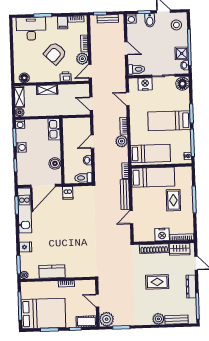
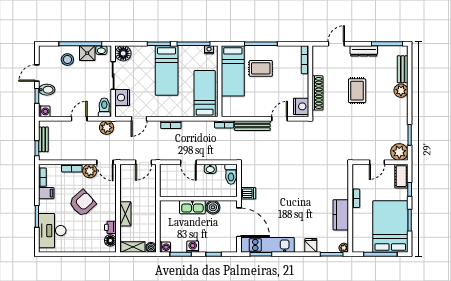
stool: (176, 25) -> (67, 60), moved
armchair: (55, 53) -> (82, 203), turned -85
printer: (66, 77) -> (110, 227), moved
kitchen sink: (54, 129) -> (192, 207), moved
plant: (122, 141) -> (107, 128), moved
bed: (153, 177) -> (233, 71), moved, turned 180
door: (131, 217) -> (280, 119), swing flipped
nightstand: (162, 234) -> (301, 106), moved
wardrobe: (180, 249) -> (319, 63), removed

